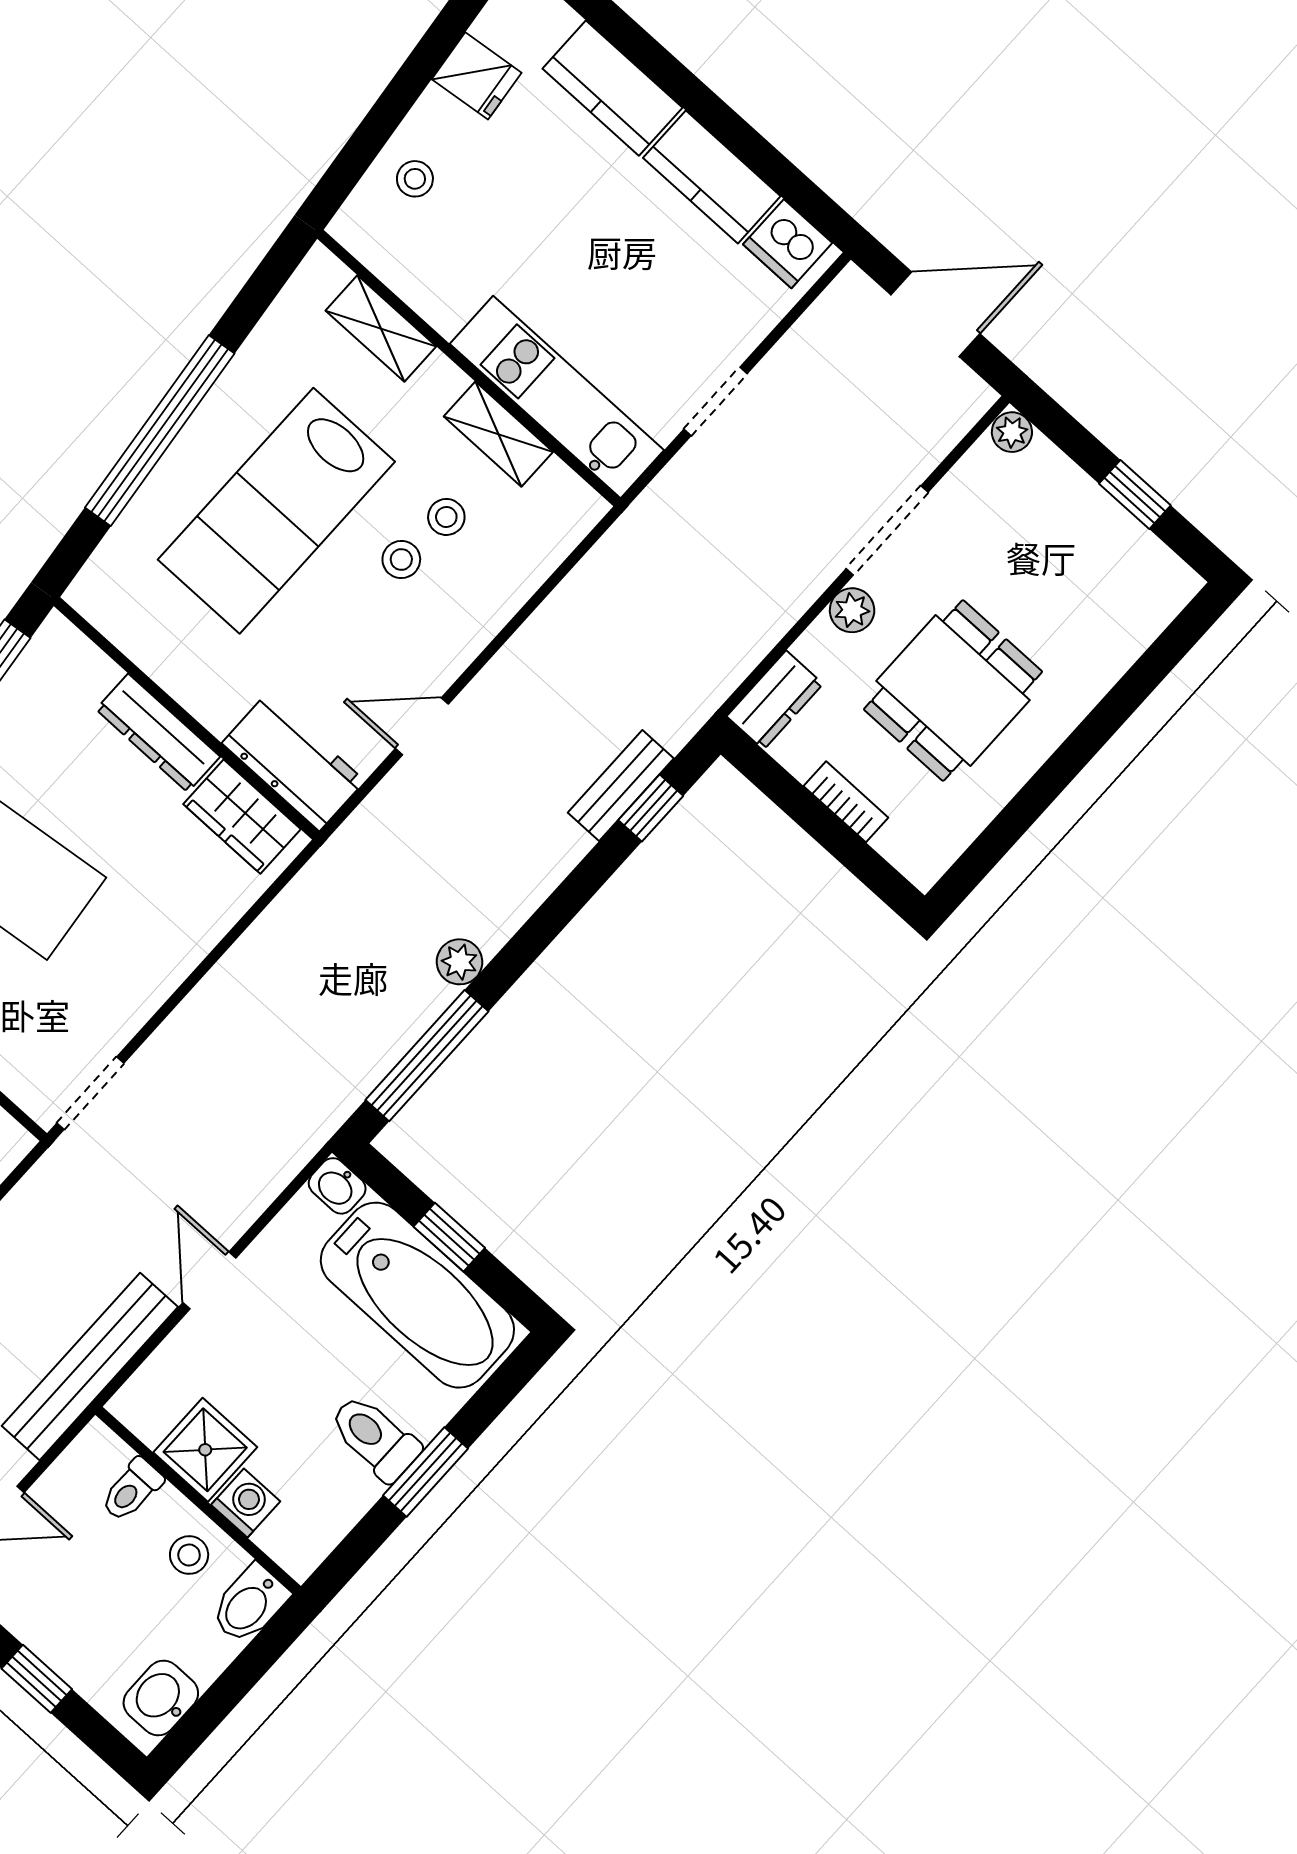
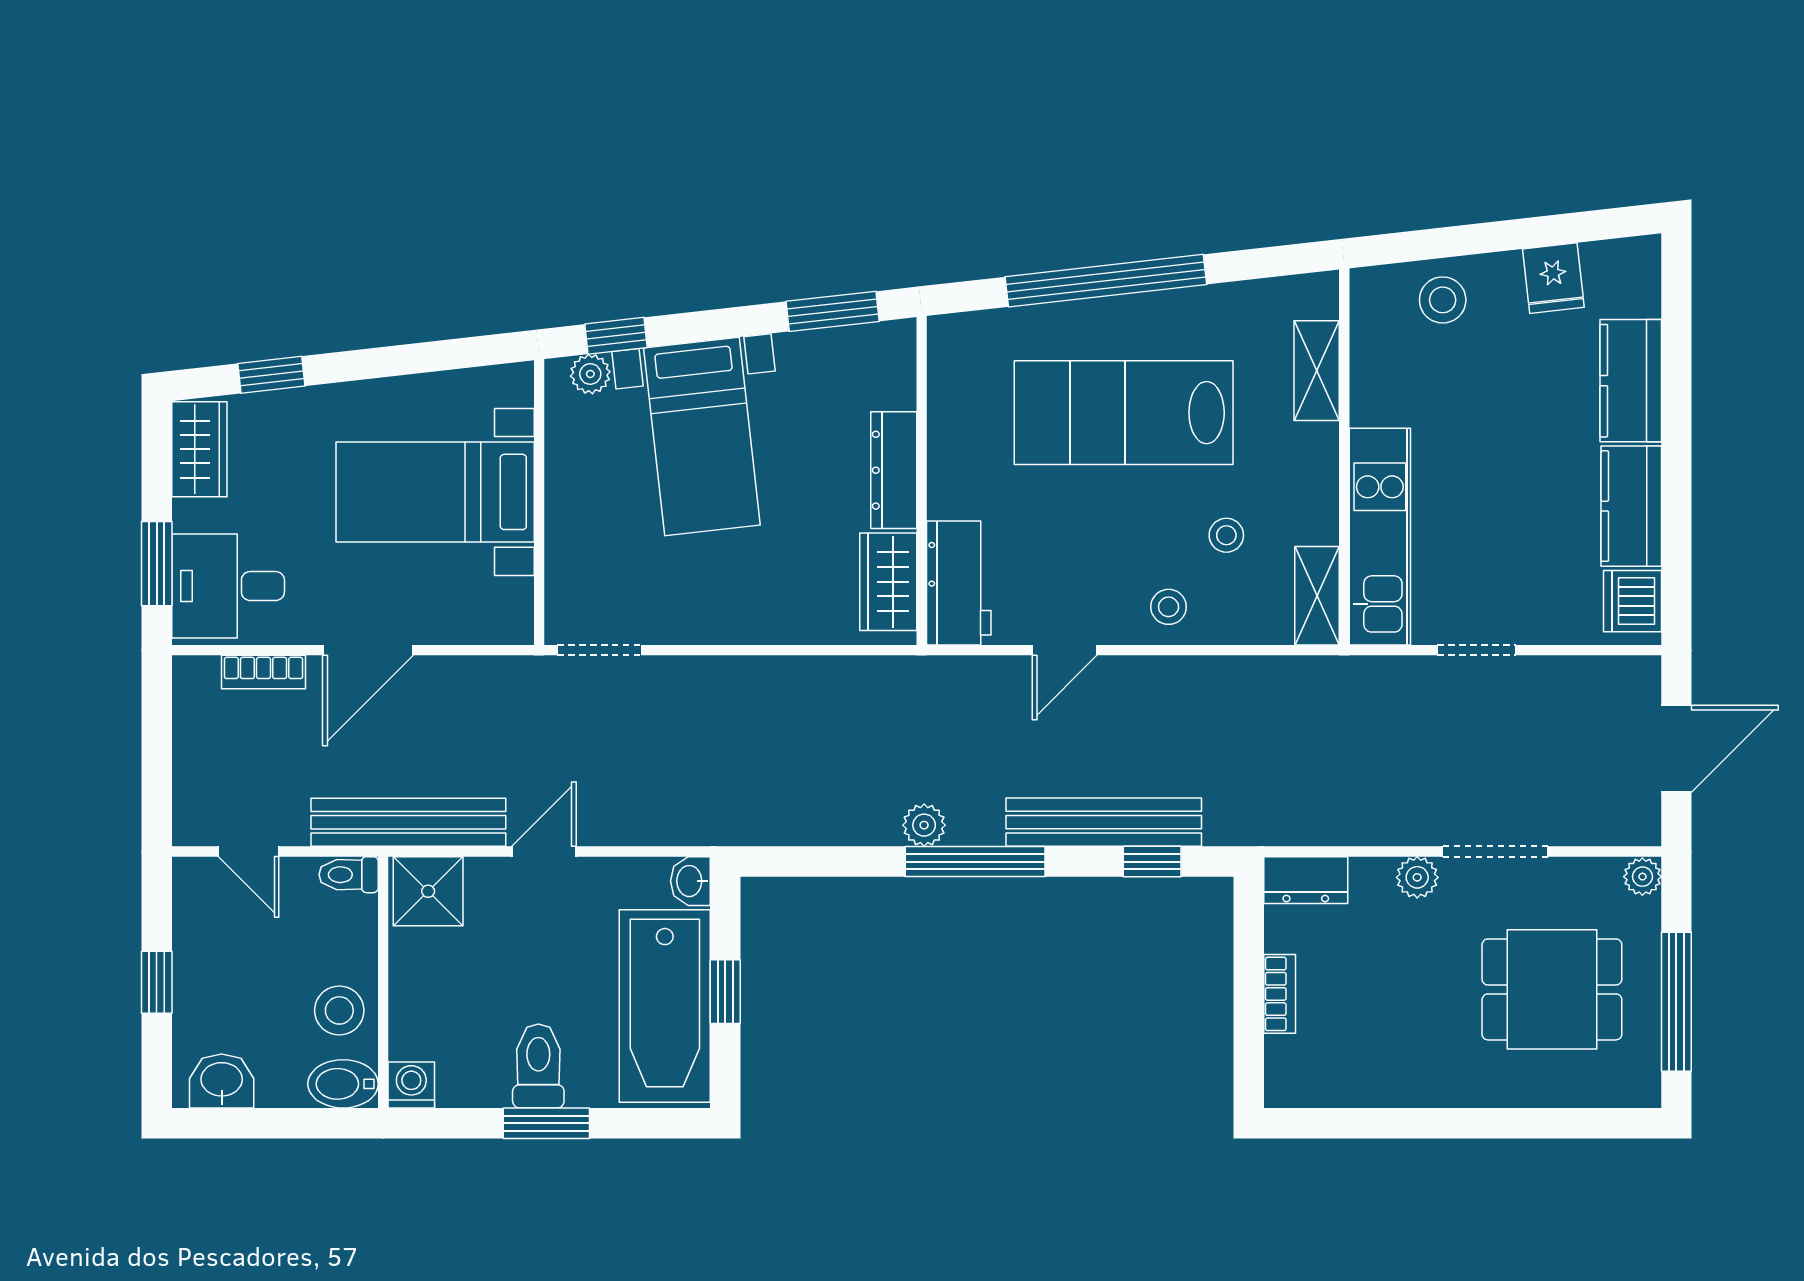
stool: (415, 179) -> (1443, 300), width x1.37, depth x1.37
door: (935, 314) -> (1676, 749), hinge flipped
shelving: (498, 434) -> (1317, 596), moved
window: (1135, 495) -> (1676, 1002), width x2.17
stool: (401, 559) -> (1169, 607), moved
dining table: (953, 691) -> (1552, 989), moved
door: (422, 726) -> (1065, 650), swing flipped
bench: (621, 785) -> (1104, 822), width x1.86, depth x1.21
window: (427, 1056) -> (975, 862), moved
shower: (205, 1450) -> (428, 891), moved
toilet: (132, 1490) -> (349, 875), moved
washing machine: (246, 1503) -> (411, 1085), moved, turned -90
stool: (189, 1555) -> (339, 1010), width x1.37, depth x1.37

